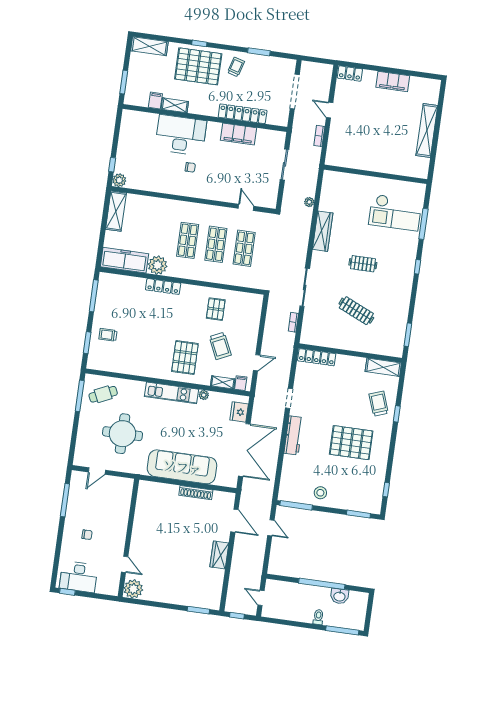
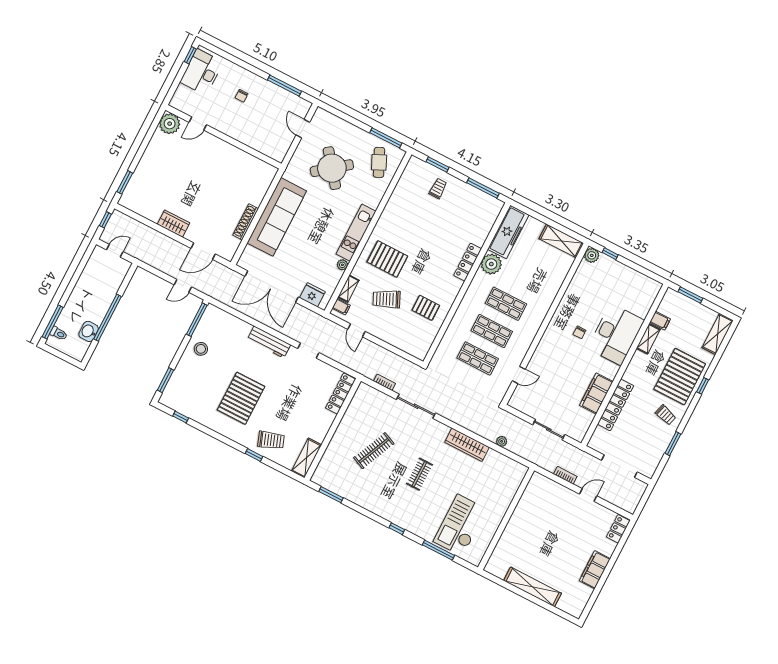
round table: (123, 434) -> (332, 168), turned -38
toilet: (318, 617) -> (59, 334), moved

